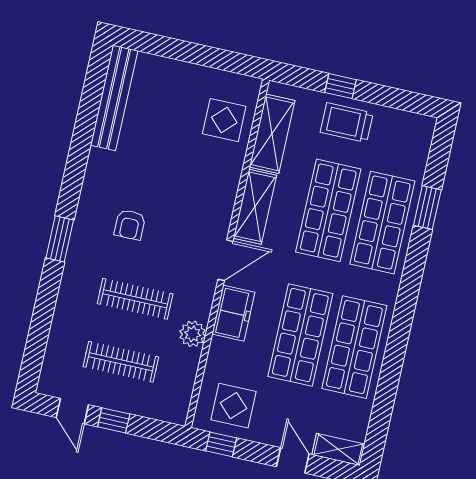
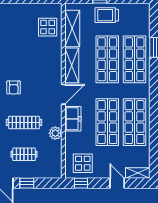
clothes rail: (121, 362) -> (24, 154), width x0.73

